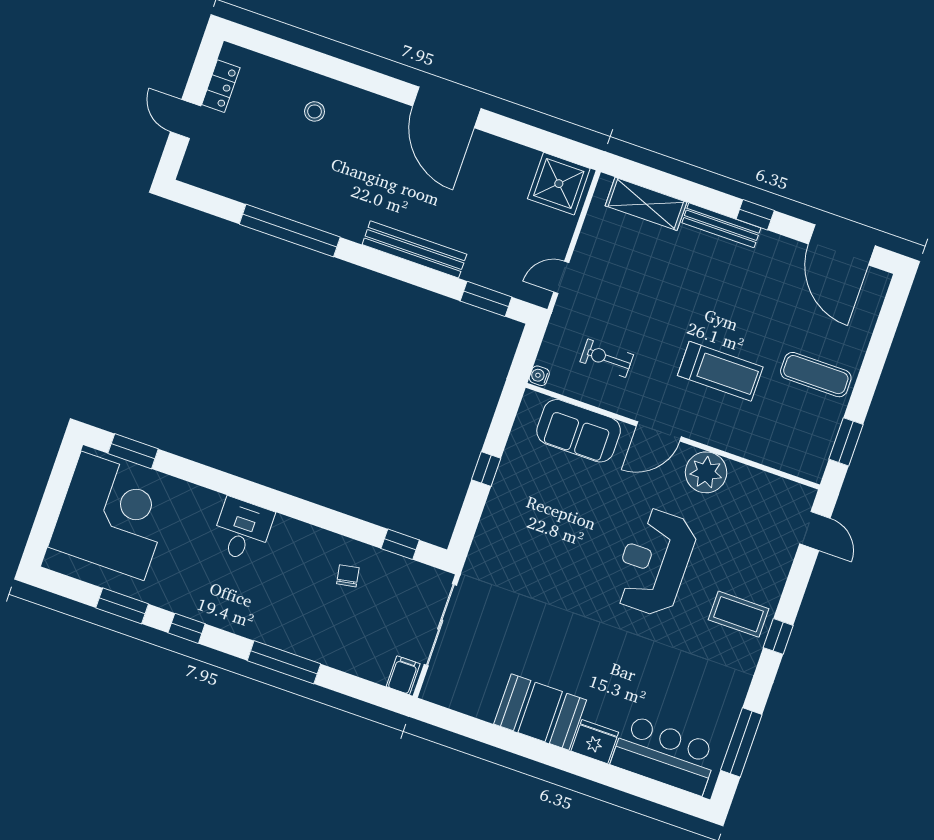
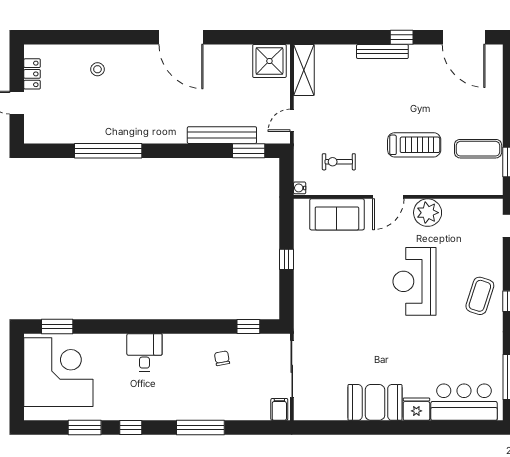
shelving: (646, 204) -> (304, 70), moved, turned 90
bench: (414, 249) -> (222, 135), moved
exercise mat: (816, 375) -> (478, 149), moved
coffee table: (739, 614) -> (480, 296), turned -72

